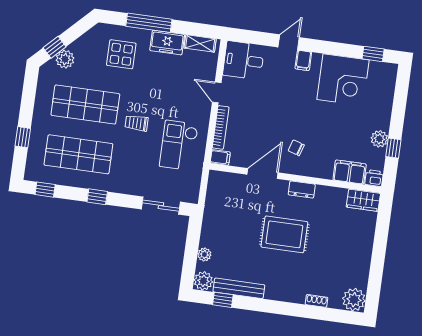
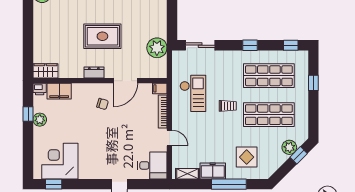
filing cabinet: (303, 60) -> (106, 172), removed
corner desk: (343, 80) -> (60, 161), moved
plant: (204, 254) -> (157, 48), moved, width x1.88, depth x1.88

